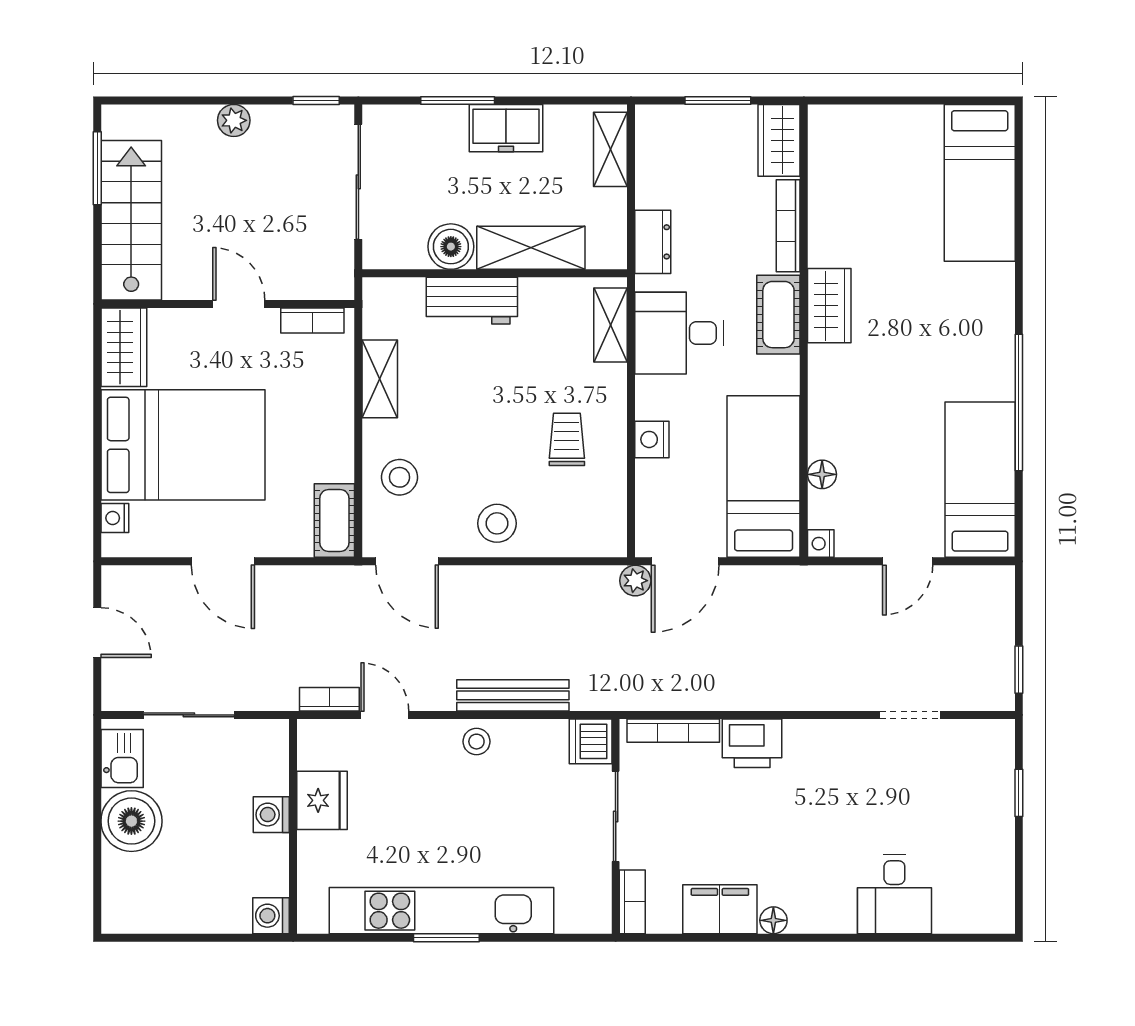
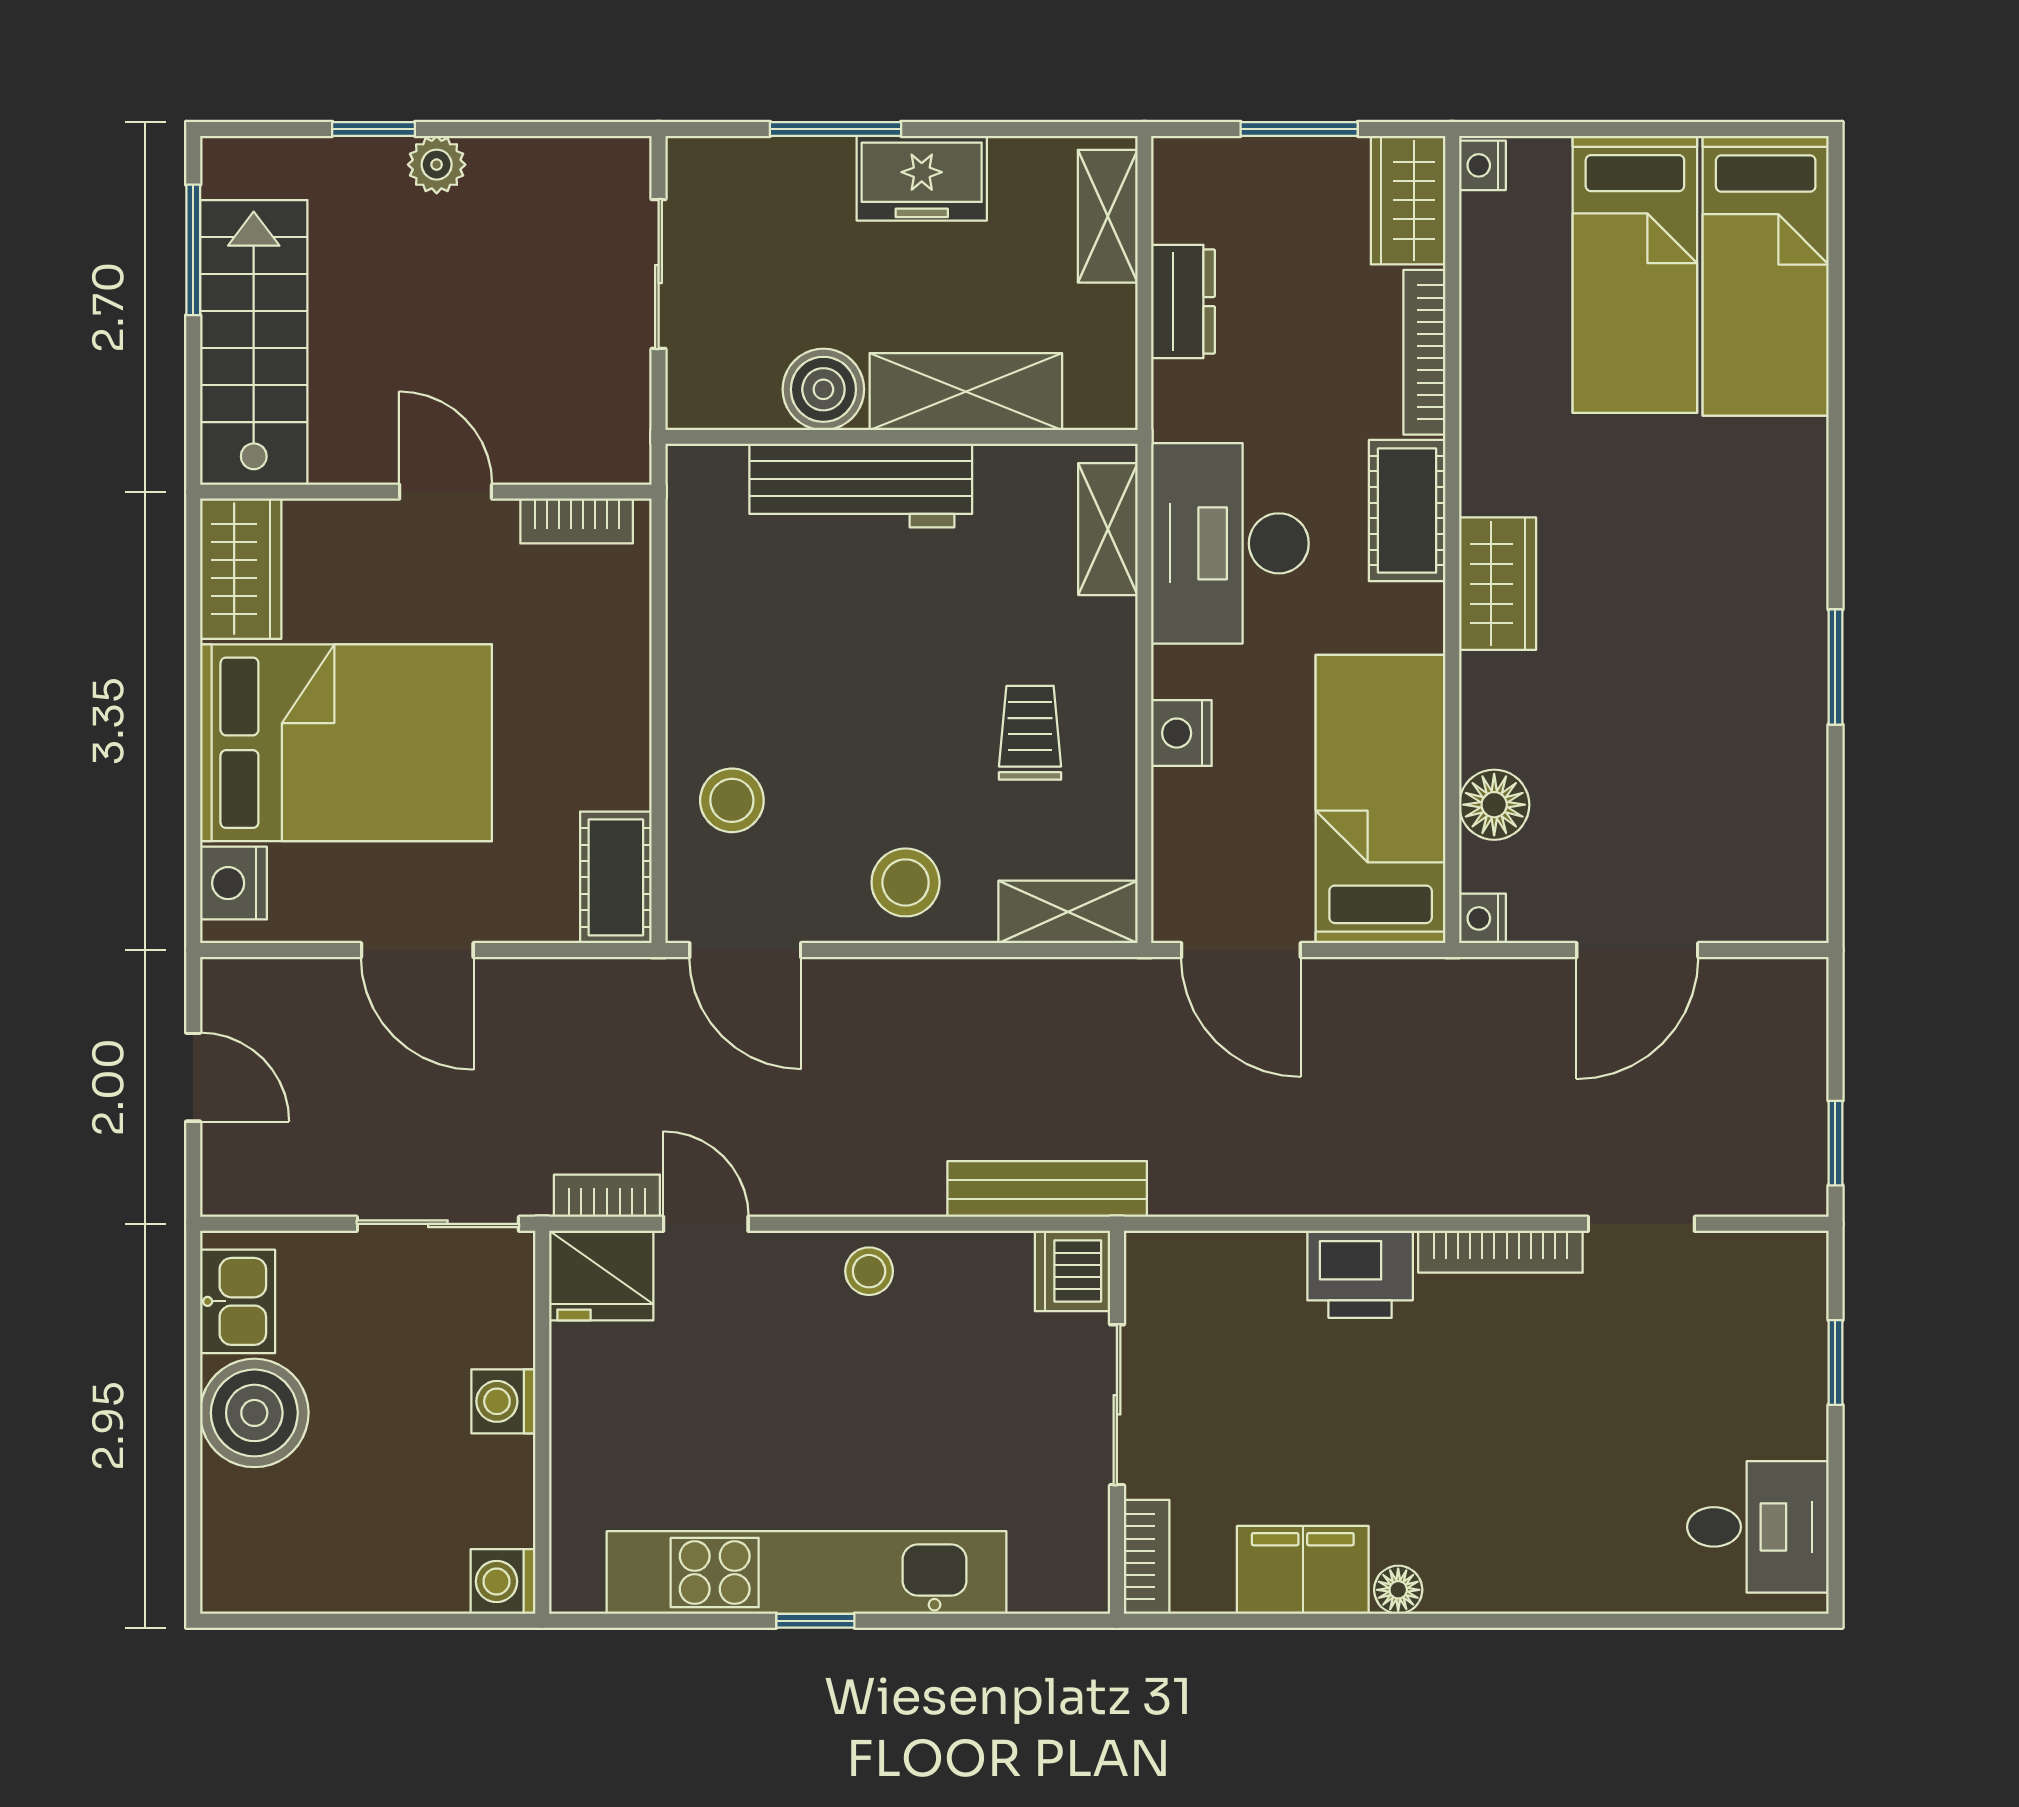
window: (316, 100) -> (374, 129), moved
nightstand: (821, 121) -> (1482, 165), added
sliding door: (358, 182) -> (659, 274), width x0.73
dresser: (653, 242) -> (1183, 302), moved
workbench: (472, 301) -> (861, 486), width x1.38
wardrobe: (829, 306) -> (1498, 584), moved
desk: (679, 333) -> (1230, 543), width x1.37
shelving: (380, 379) -> (1068, 912), moved, turned 90
window: (1019, 402) -> (1835, 667), width x0.47
floor lamp: (822, 474) -> (1494, 805), width x1.37, depth x1.37
bed: (980, 480) -> (1635, 274), moved, turned 180
nightstand: (115, 518) -> (233, 883), width x1.39, depth x1.35
door: (685, 561) -> (1241, 950), hinge flipped
door: (908, 561) -> (1637, 950), width x1.38
plant: (635, 581) -> (1152, 984), removed
bench: (513, 695) -> (1047, 1189), moved
sliding door: (189, 715) -> (438, 1224), moved
bookcase: (673, 731) -> (1500, 1252), moved
fridge: (322, 800) -> (601, 1276), moved, turned 90
desk: (894, 894) -> (1758, 1527), moved, turned -90
window: (446, 938) -> (815, 1621), width x0.67

